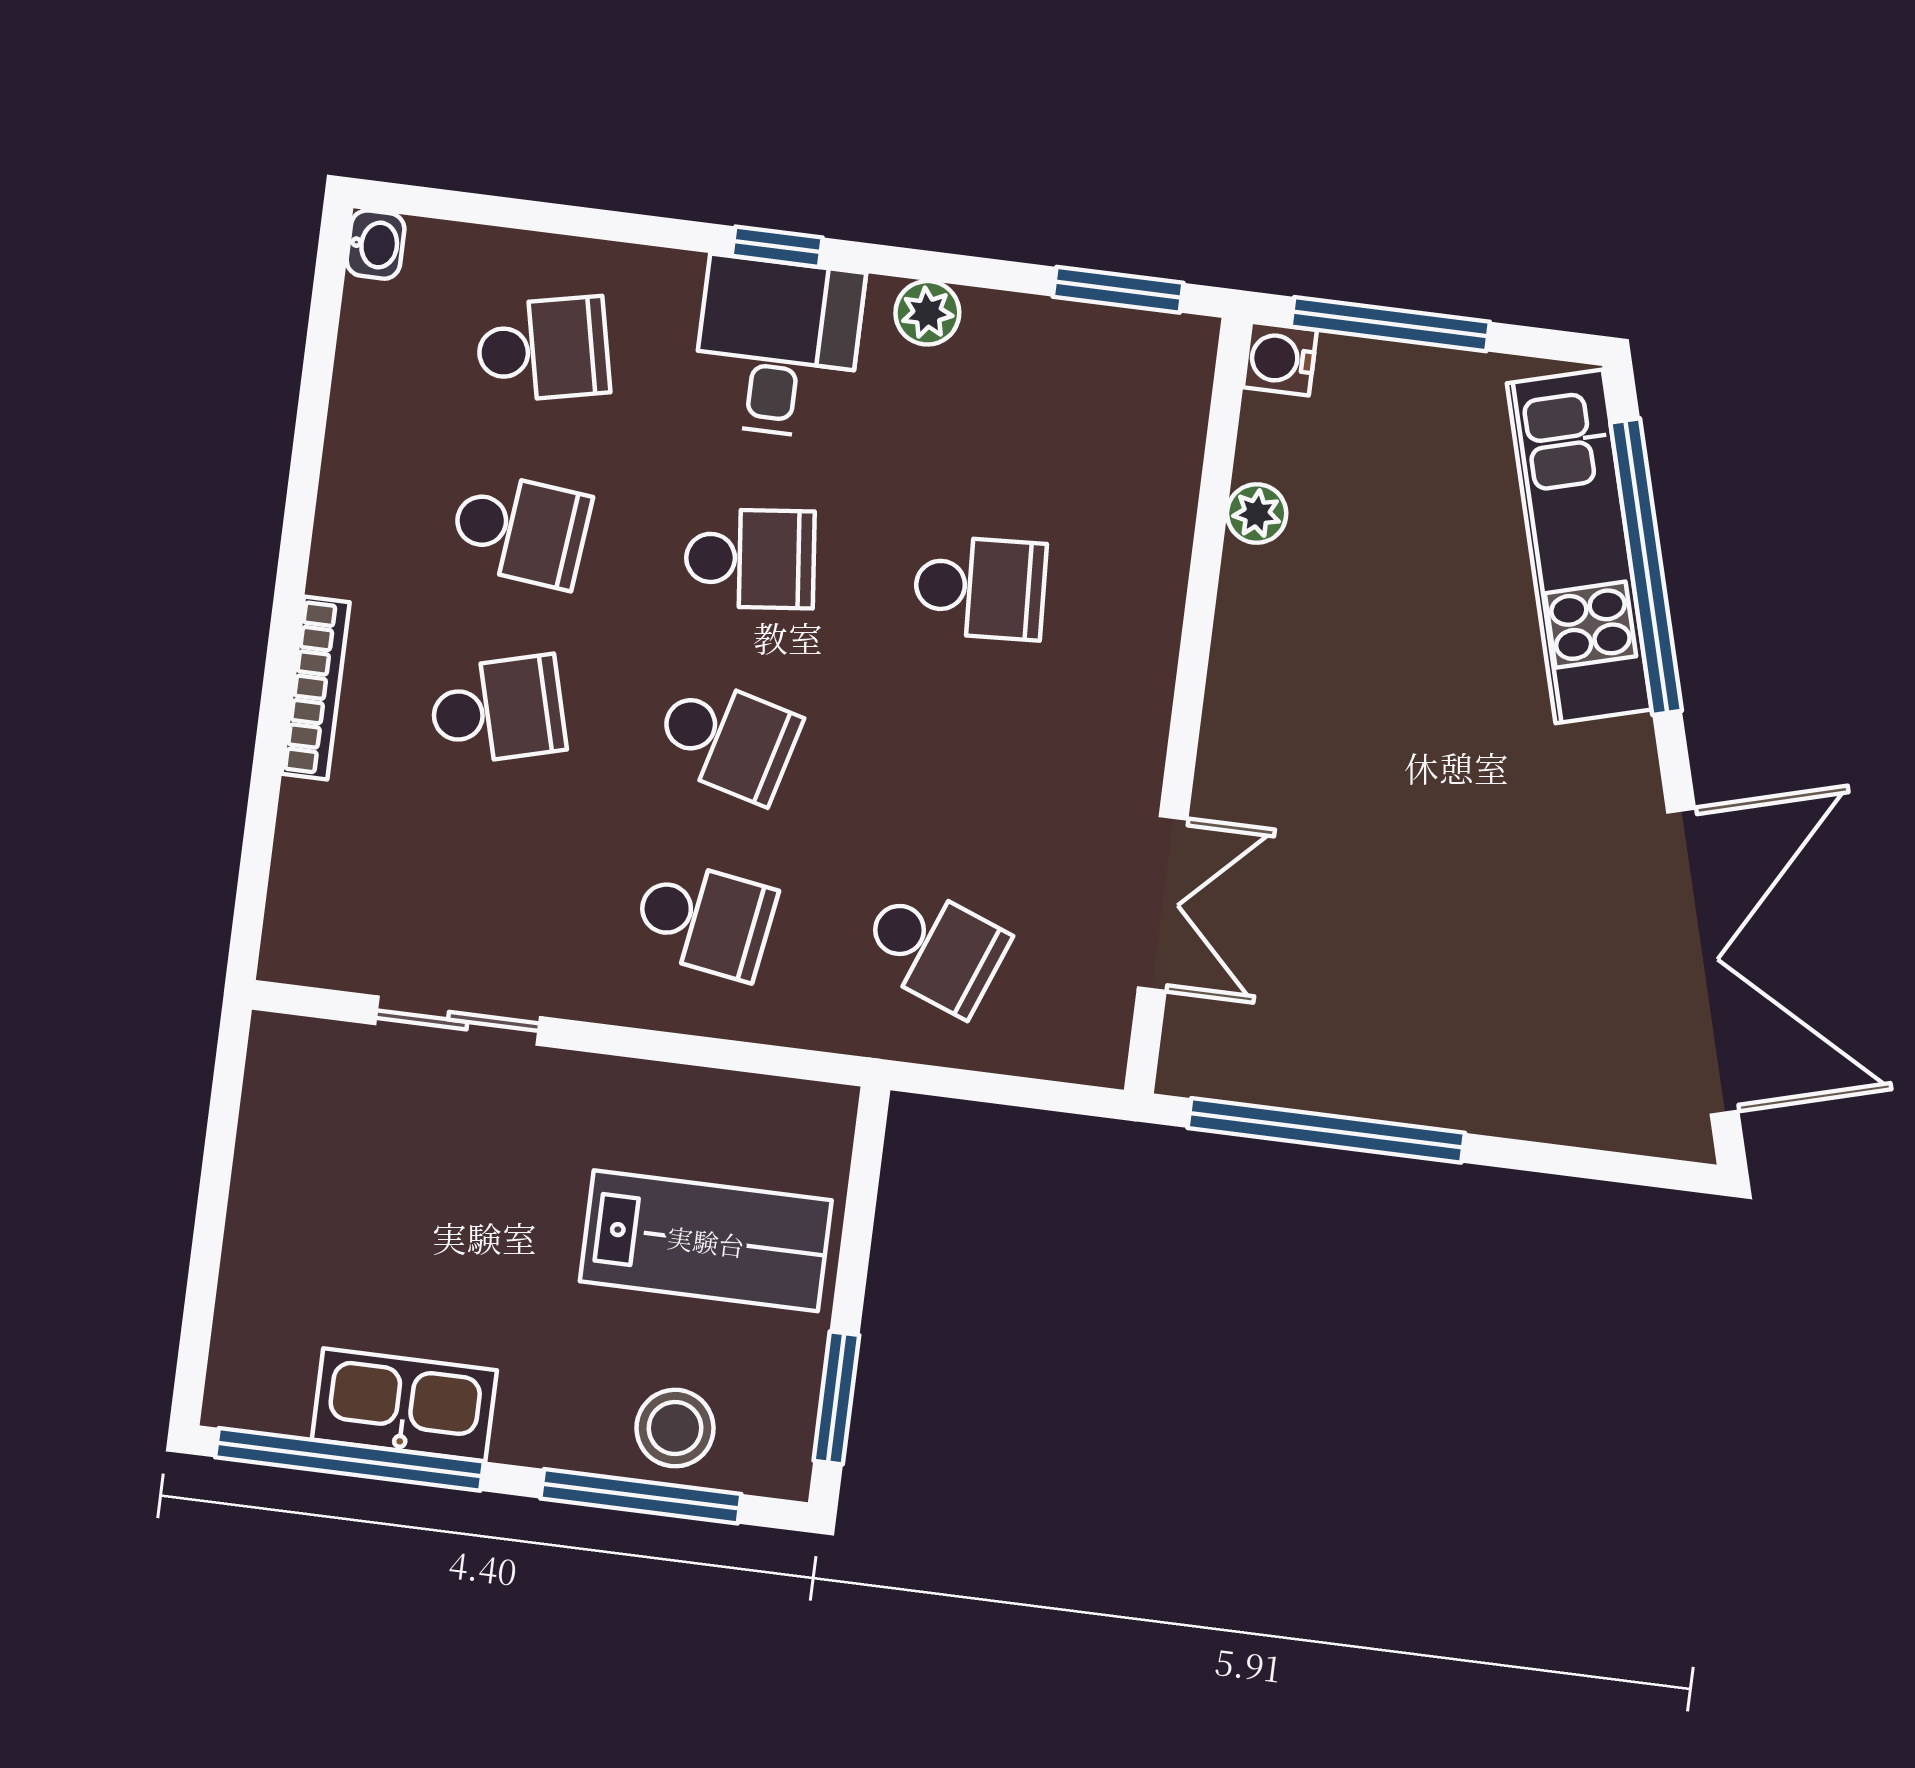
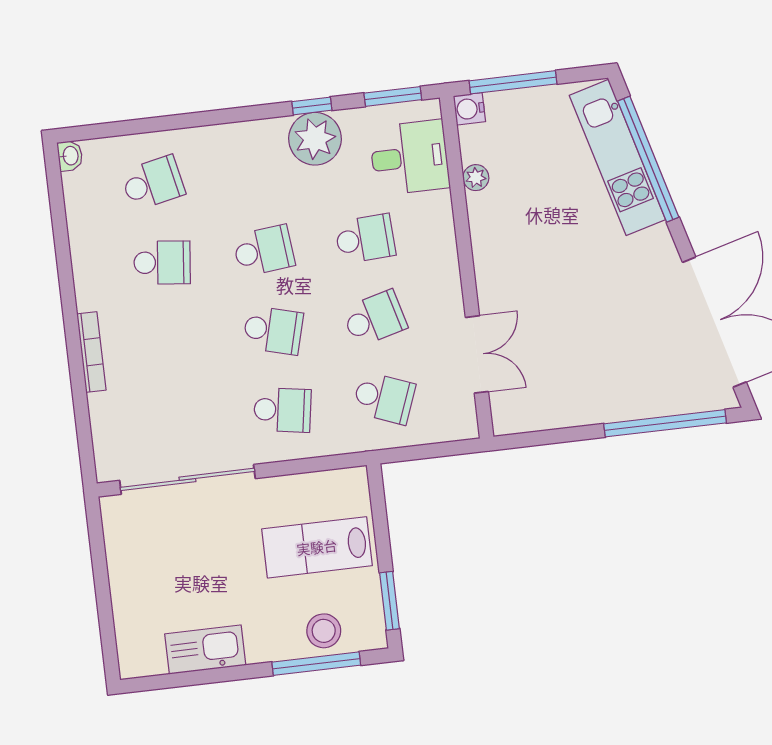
window: (777, 247) -> (312, 106), moved
plant: (927, 313) -> (315, 139), width x1.88, depth x1.88
desk: (778, 347) -> (409, 157), moved, turned 90
school desk: (497, 710) -> (375, 318), moved
sliding door: (458, 1021) -> (187, 479), width x1.86
window: (1326, 1130) -> (665, 423), moved
lab bench: (706, 1241) -> (317, 547), turned 180
window: (349, 1459) -> (188, 679), removed

